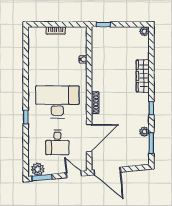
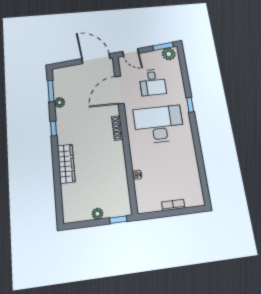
plant: (144, 31) -> (97, 214), moved
desk: (57, 102) -> (159, 124), turned 180
desk: (57, 142) -> (152, 82), turned 180

